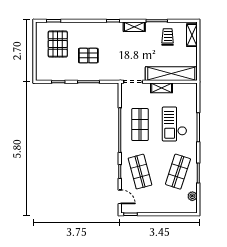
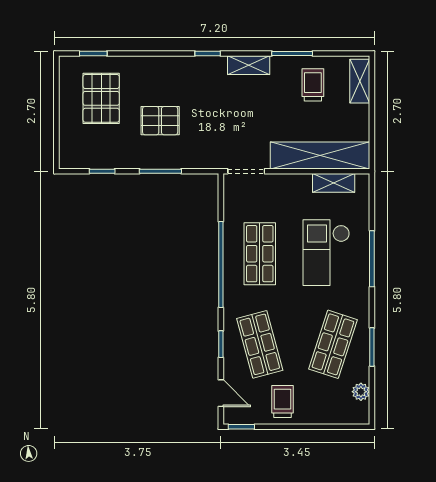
shelving: (162, 88) -> (334, 183), moved
trolley: (152, 201) -> (282, 401), added

